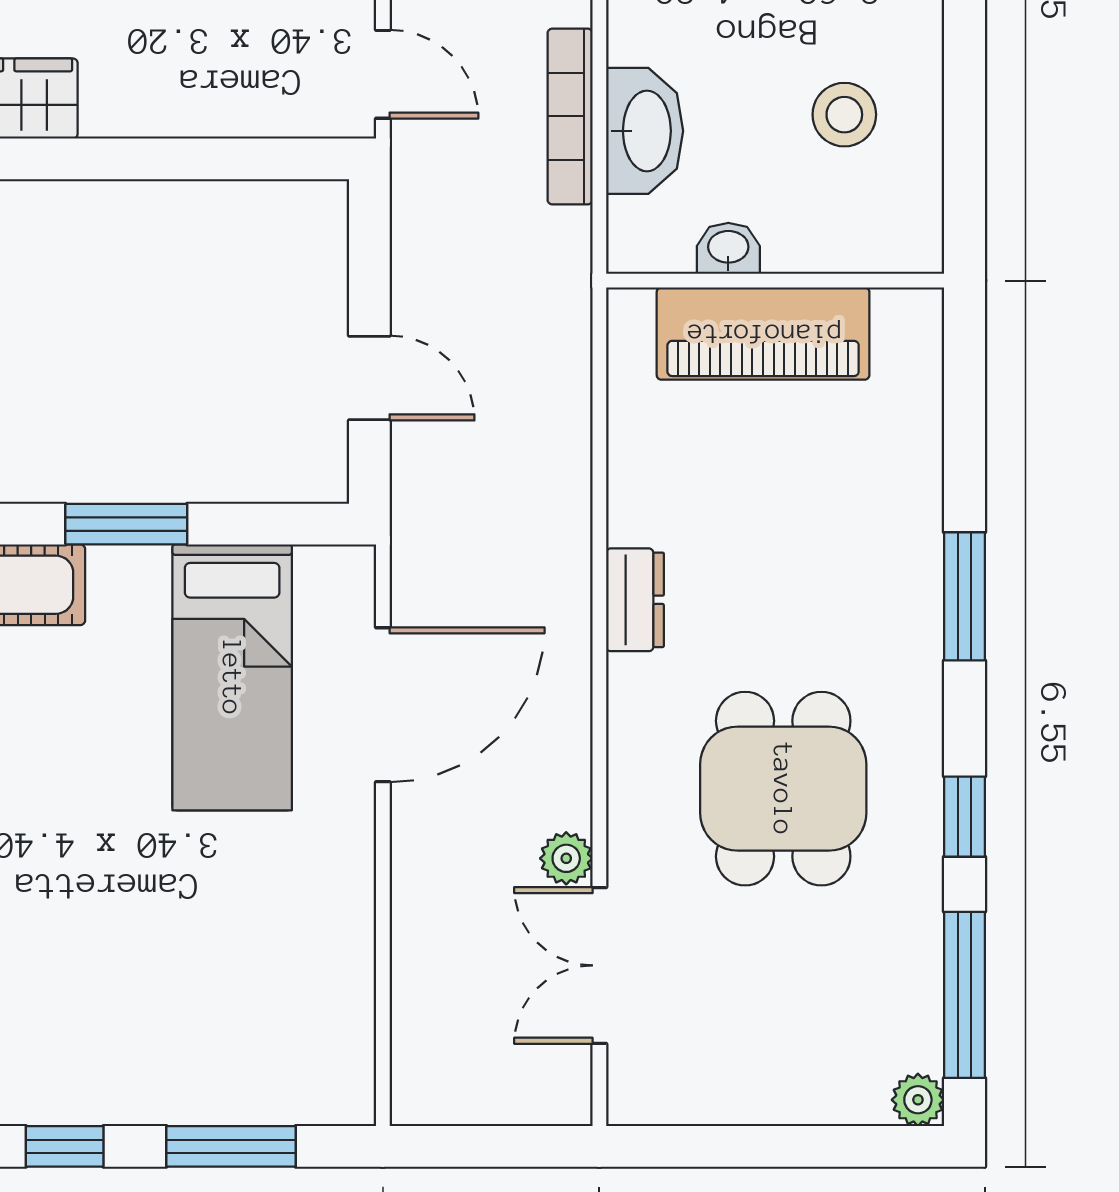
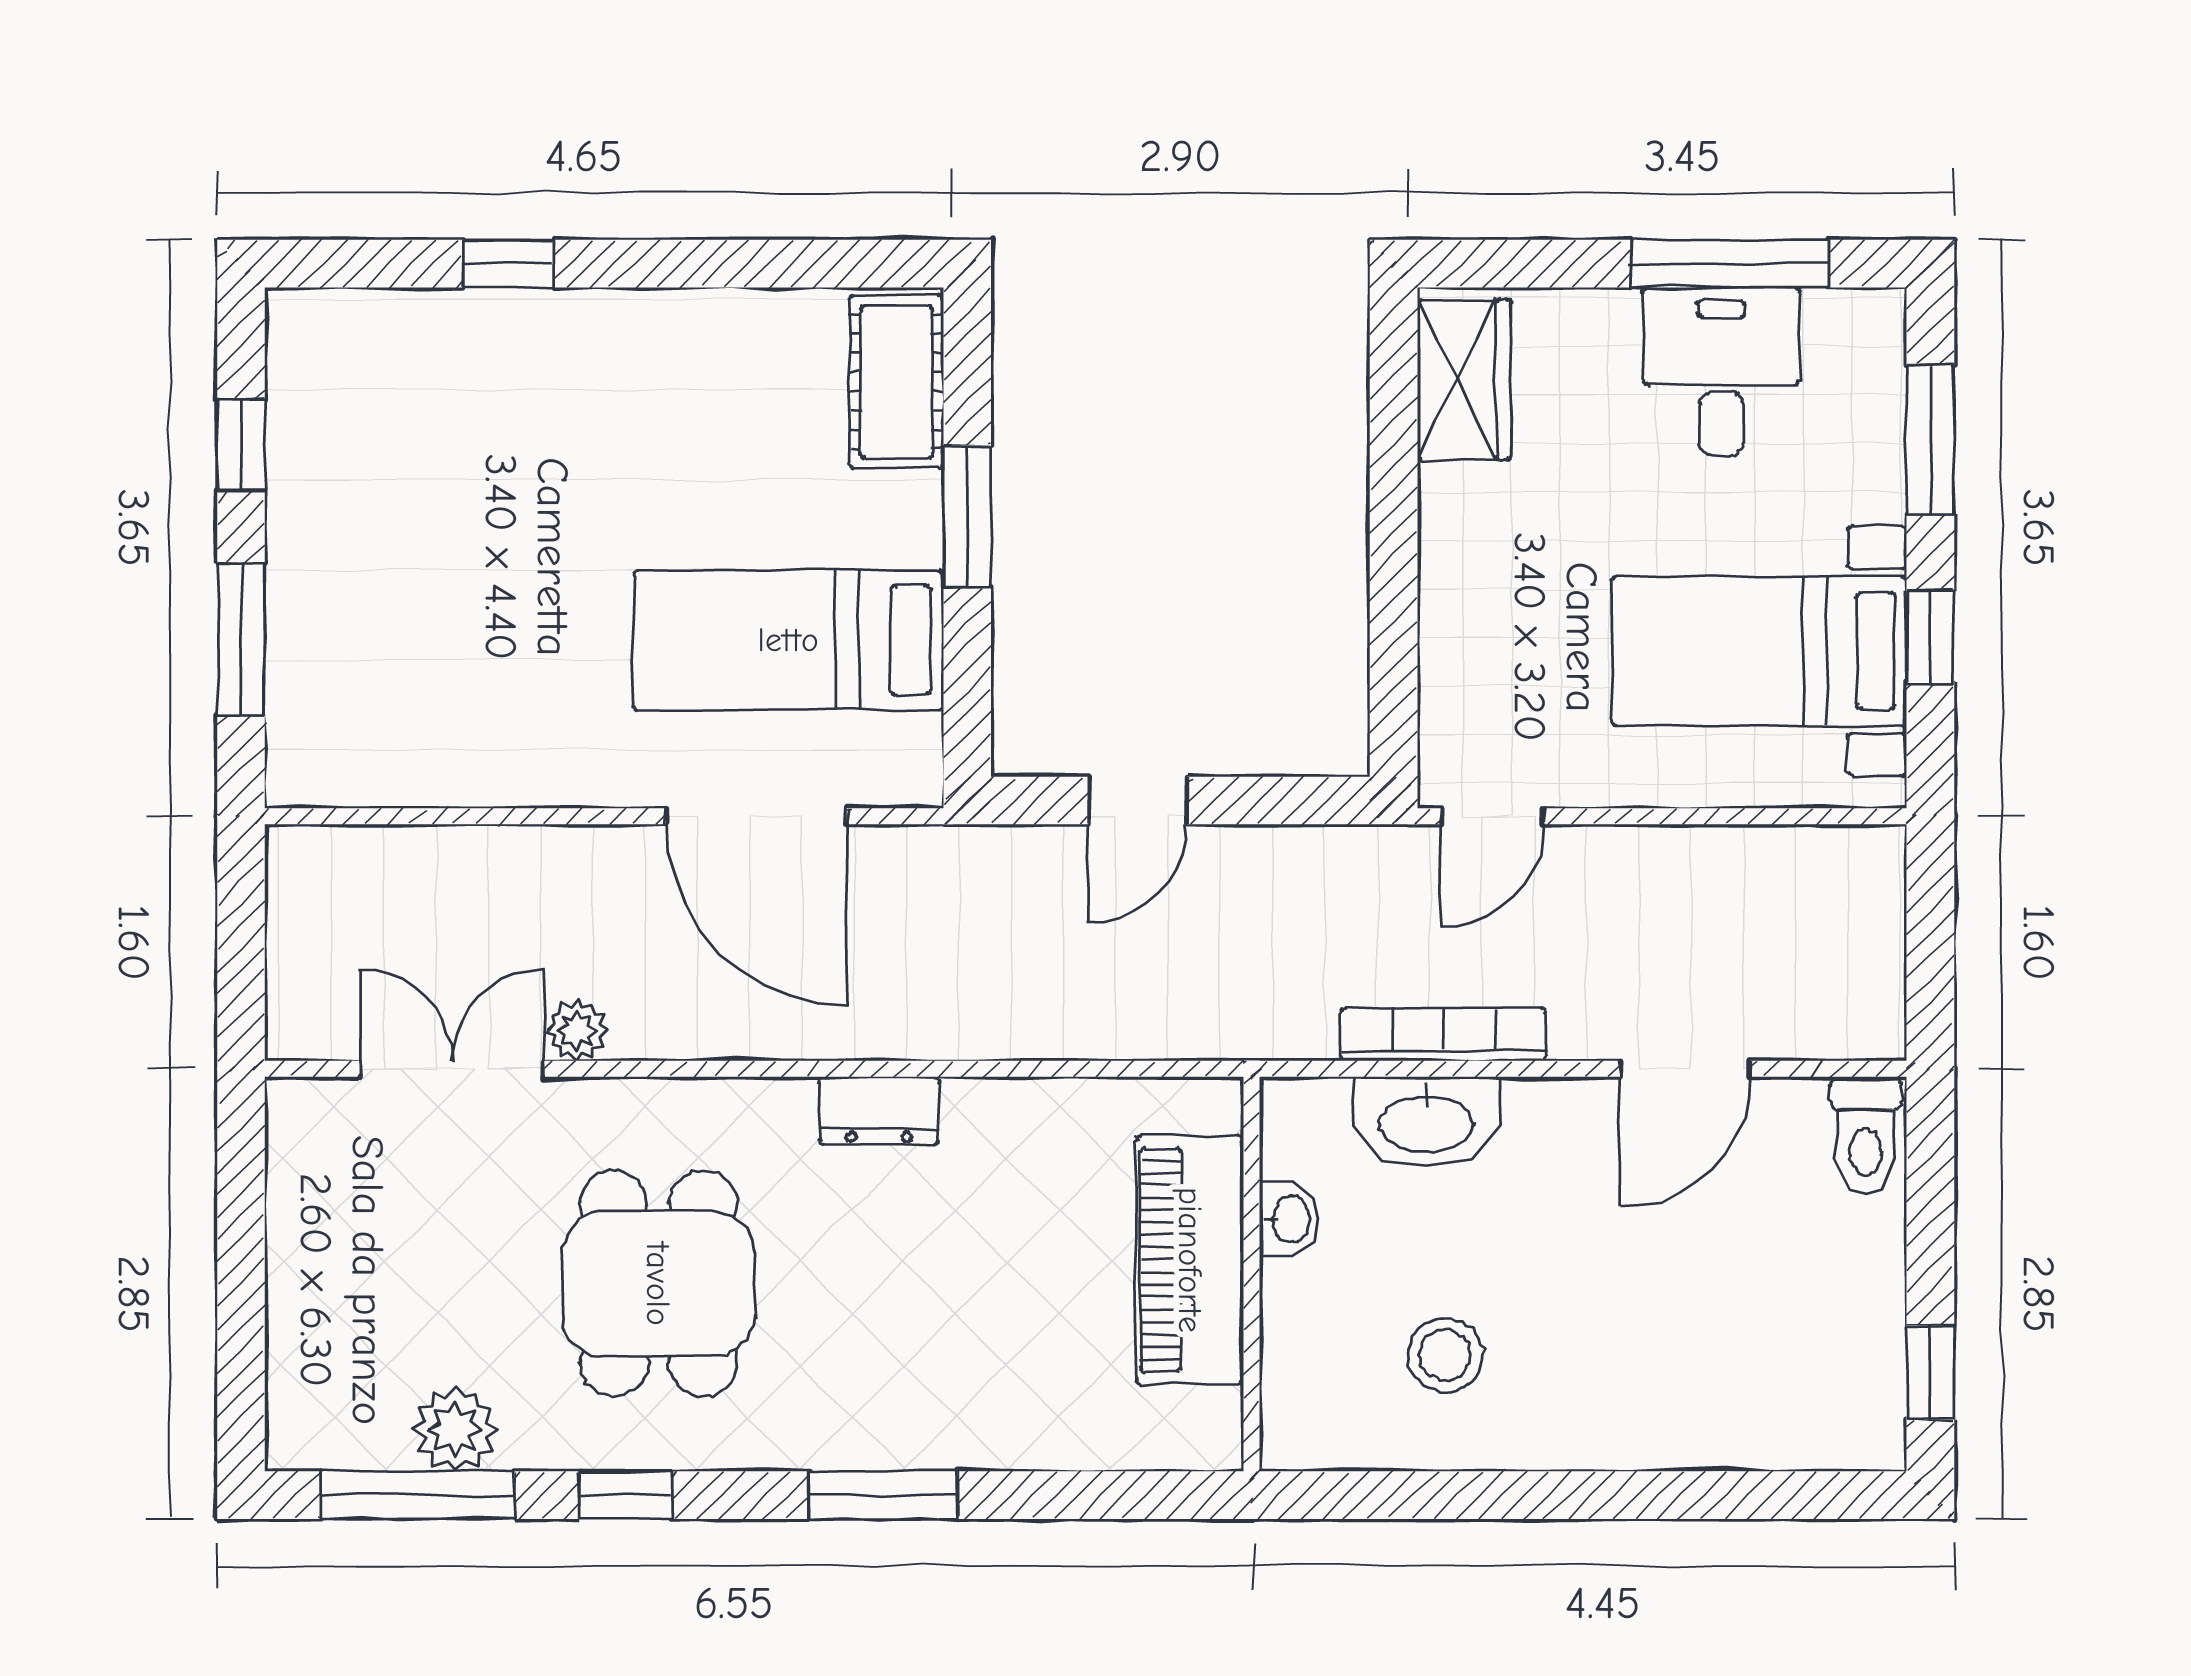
dining table: (783, 789) -> (658, 1284), turned 90
plant: (918, 1100) -> (455, 1429), moved, width x1.38, depth x1.38

